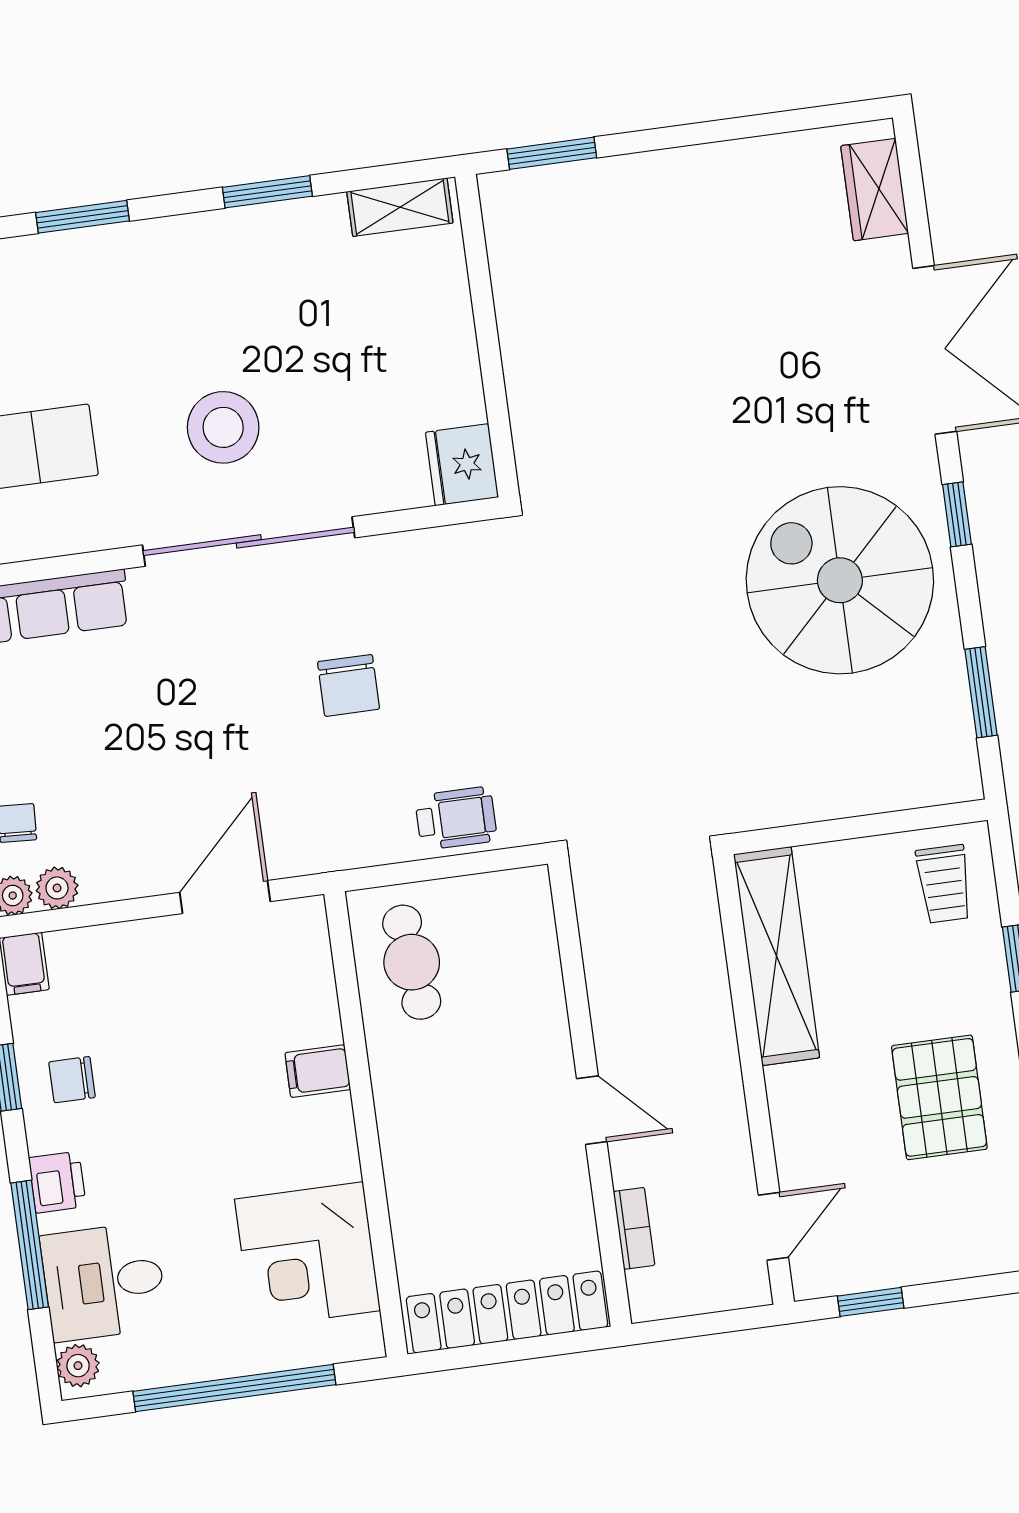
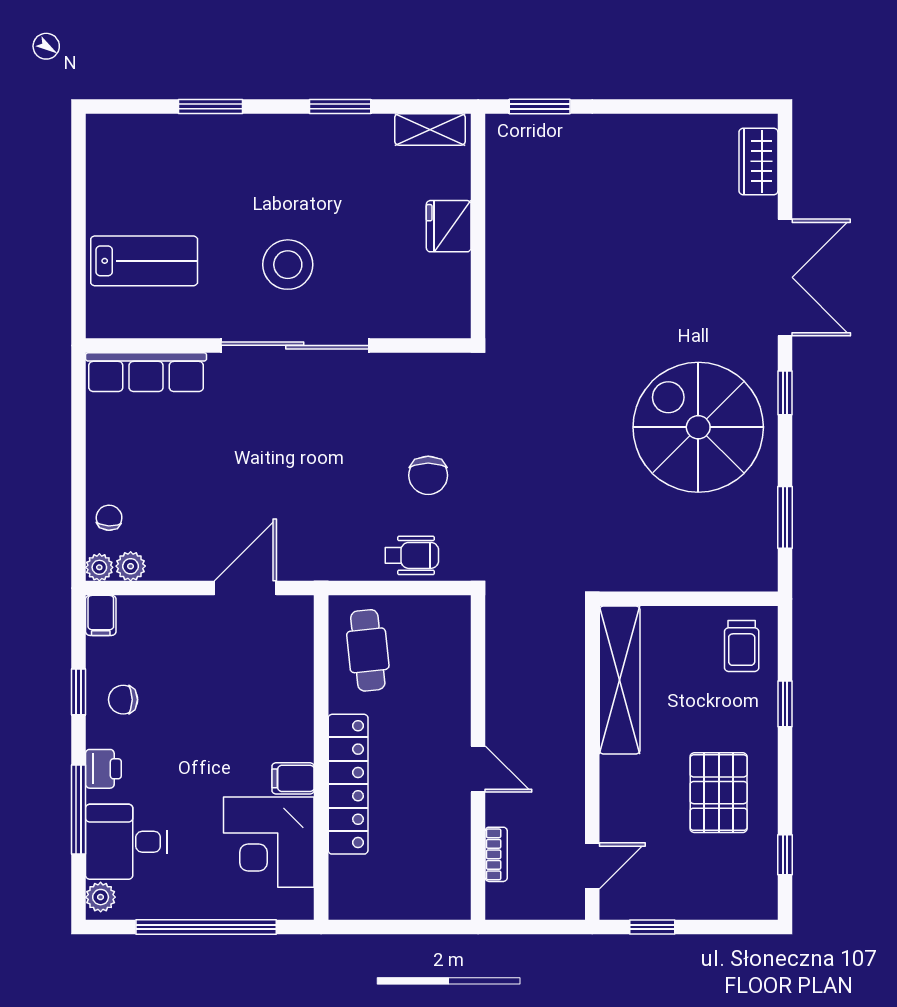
fridge: (462, 465) -> (449, 226), moved
chair: (349, 685) -> (428, 475), moved
filing cabinet: (318, 1071) -> (293, 778), moved
locker: (507, 1312) -> (348, 784), moved, turned 90

